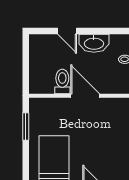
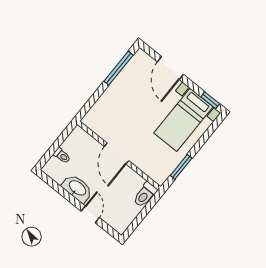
toilet: (62, 81) -> (145, 195), moved

